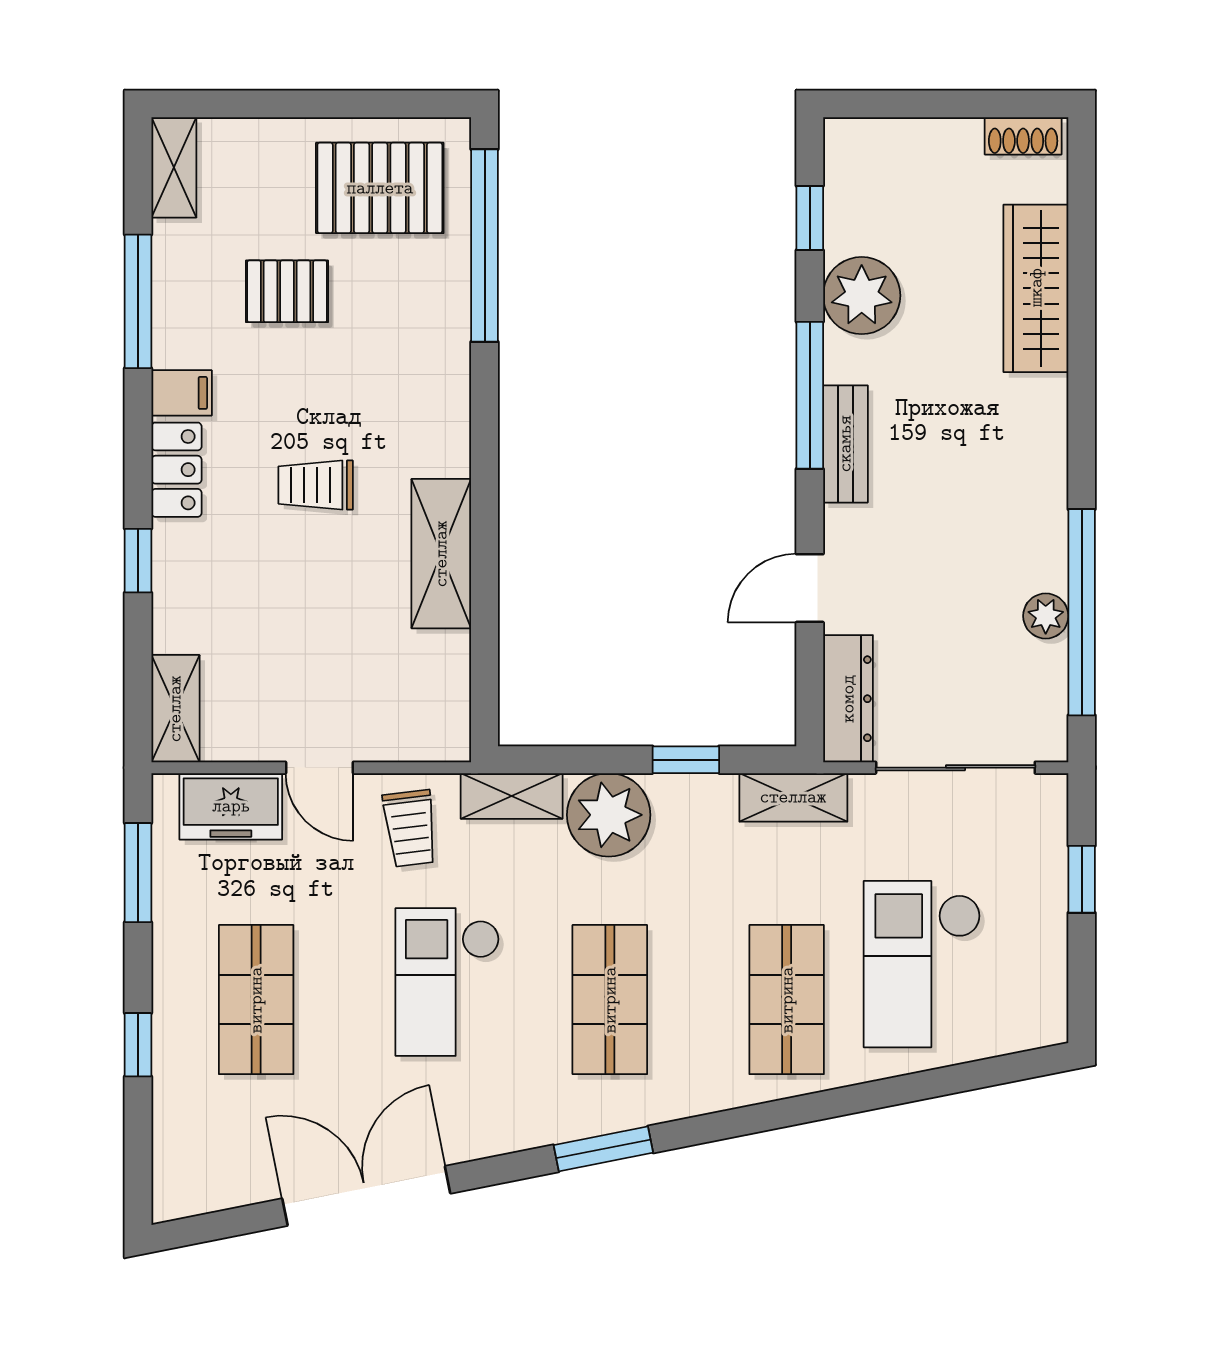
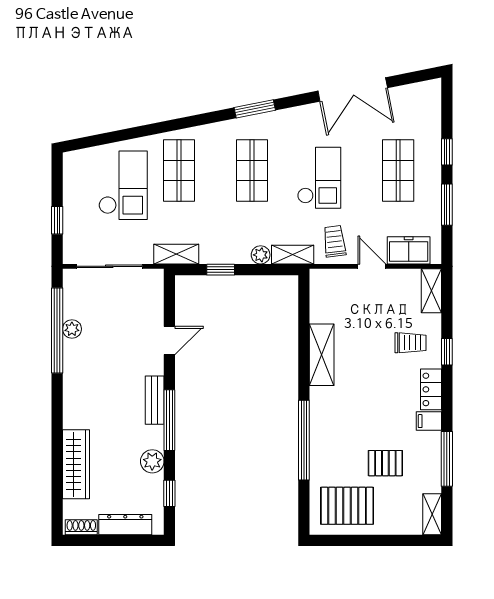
window: (485, 246) -> (304, 440), moved
plant: (862, 296) -> (152, 461), width x0.73, depth x0.73
trolley: (316, 485) -> (410, 343), moved
dresser: (848, 699) -> (125, 525), moved, turned 90
plant: (609, 815) -> (261, 255), width x0.53, depth x0.53
window: (138, 873) -> (447, 205), moved

